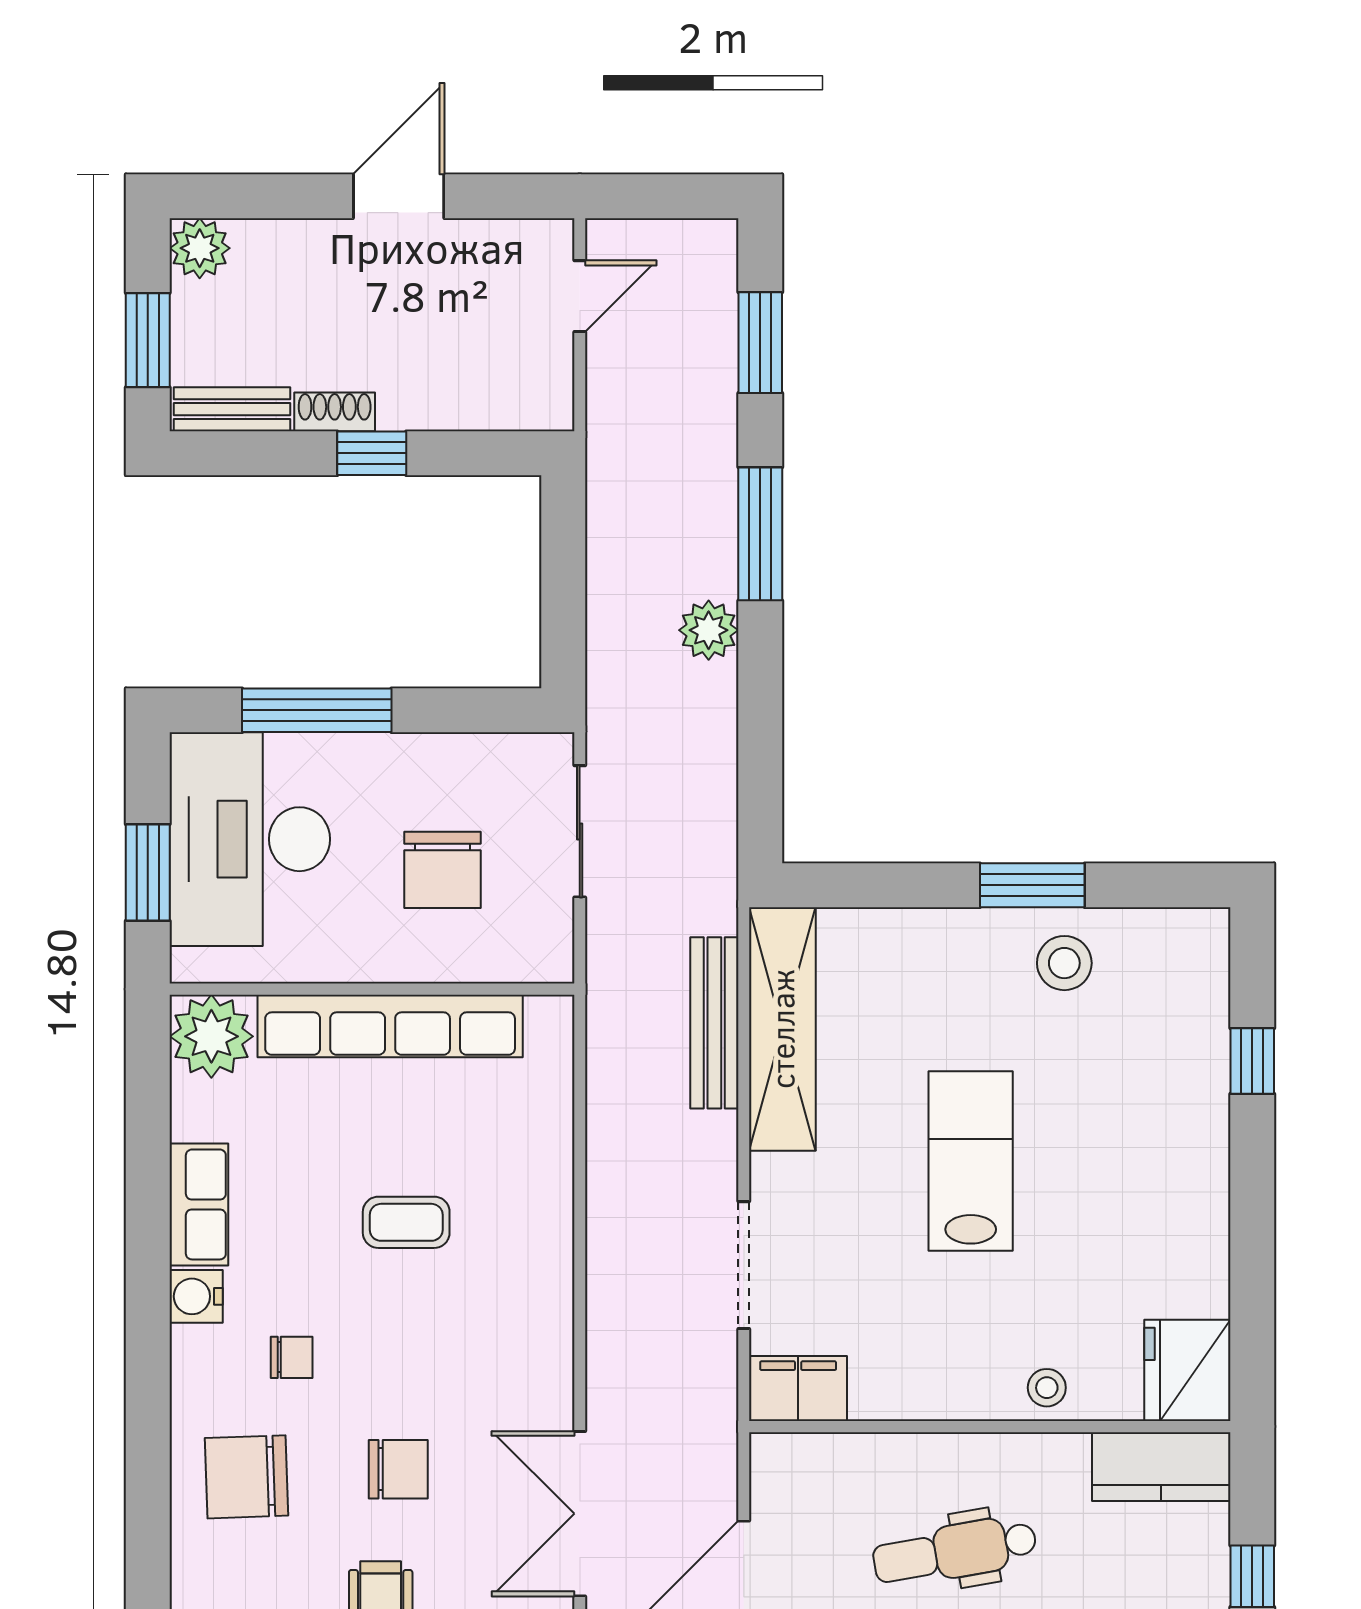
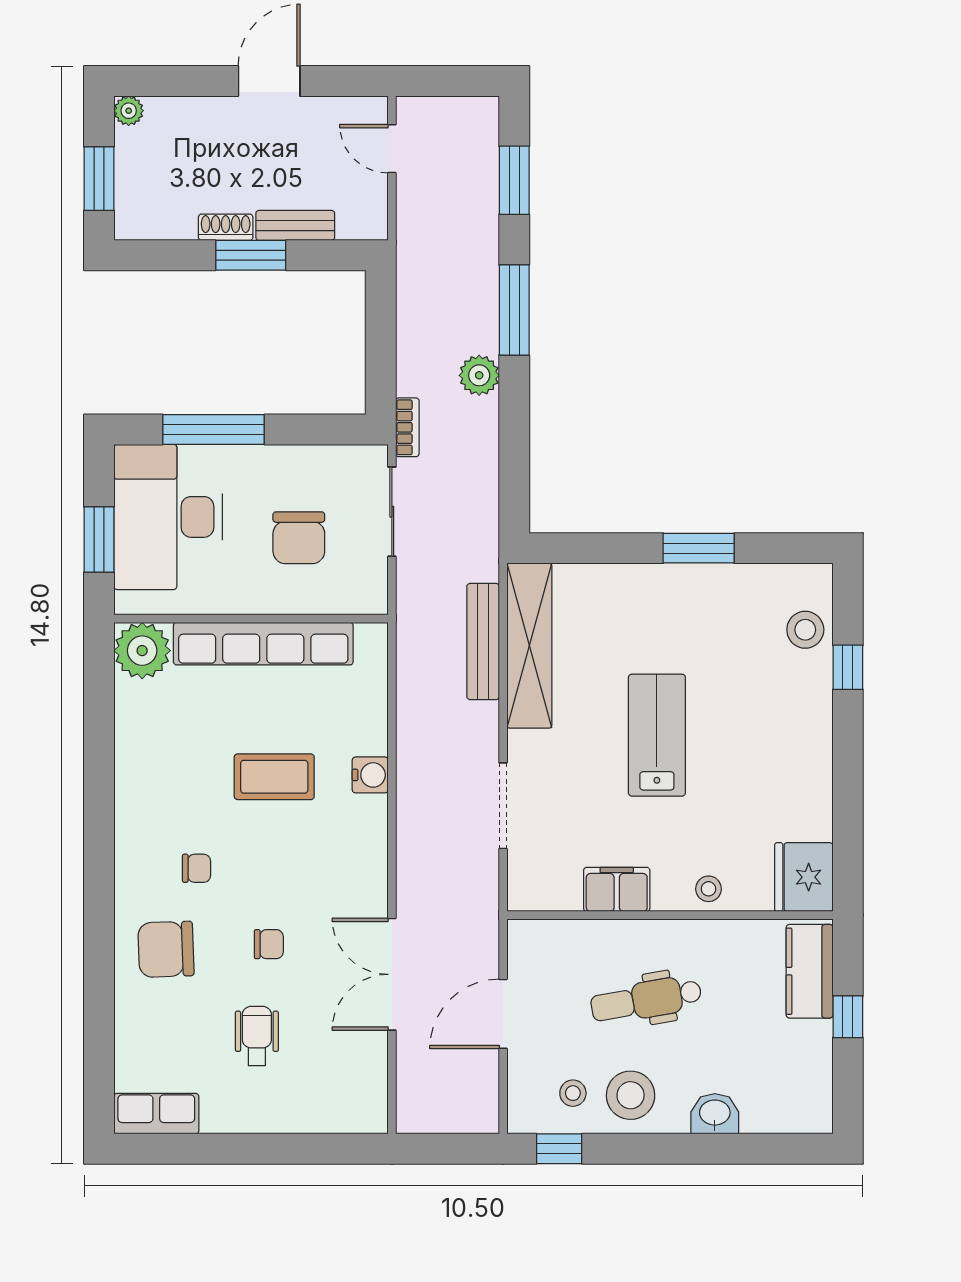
plant: (200, 248) -> (129, 111), width x0.73, depth x0.73
door: (580, 296) -> (392, 149), swing flipped
bench: (232, 409) -> (295, 225), moved
window: (372, 453) -> (251, 255), width x1.50
bookcase: (603, 707) -> (407, 427), added
stool: (1064, 963) -> (805, 630), moved
row of seats: (199, 1204) -> (134, 765), removed
coffee table: (406, 1222) -> (274, 777), width x1.36, depth x1.30
water cooler: (196, 1296) -> (370, 775), moved, turned 180
filing cabinet: (798, 1388) -> (617, 889), moved
kitchen counter: (1161, 1467) -> (810, 971), moved, turned 90
chair: (398, 1469) -> (269, 944), width x0.73, depth x0.73

